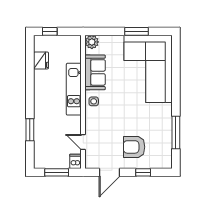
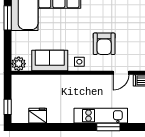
kitchen unit: (74, 89) -> (101, 116), moved, turned 180
armchair: (134, 147) -> (104, 44), moved

